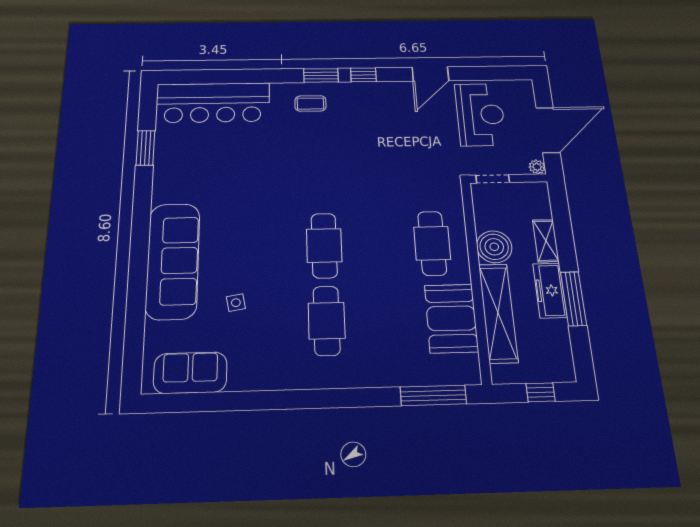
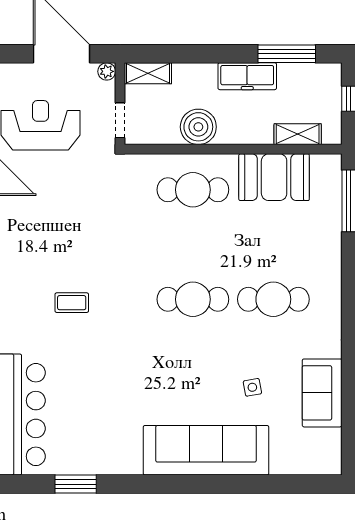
coffee table: (310, 104) -> (72, 303), moved, turned 90
shelving: (546, 241) -> (148, 73), moved
window: (573, 299) -> (287, 54), moved
shelving: (498, 313) -> (298, 134), width x0.45, depth x0.75
sofa: (190, 373) -> (322, 393), moved

